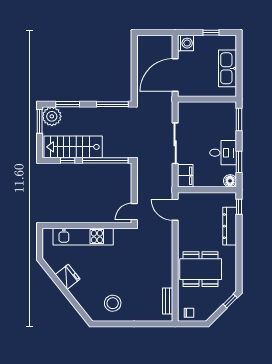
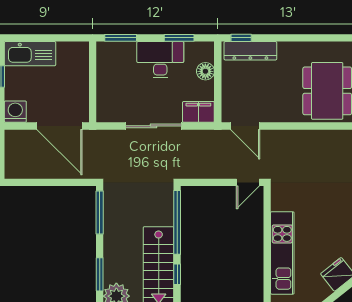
kitchen sink: (228, 68) -> (30, 54), moved
desk: (223, 153) -> (160, 60), width x1.37
floor lamp: (230, 181) -> (205, 71), moved
door: (175, 210) -> (245, 126), hinge flipped
door: (134, 212) -> (248, 182), hinge flipped
dresser: (230, 226) -> (250, 51), moved

